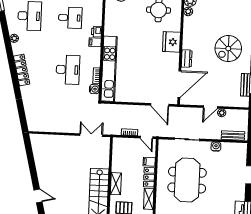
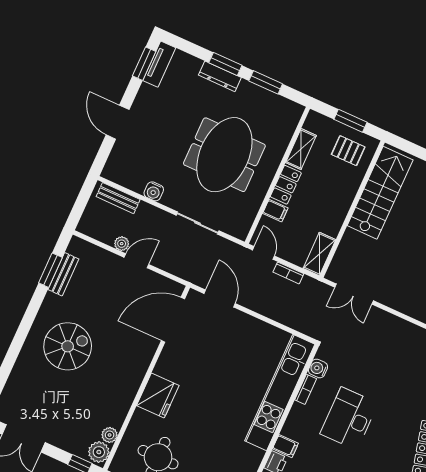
dresser: (187, 59) -> (144, 358), removed
shelving: (116, 184) -> (319, 254), moved

